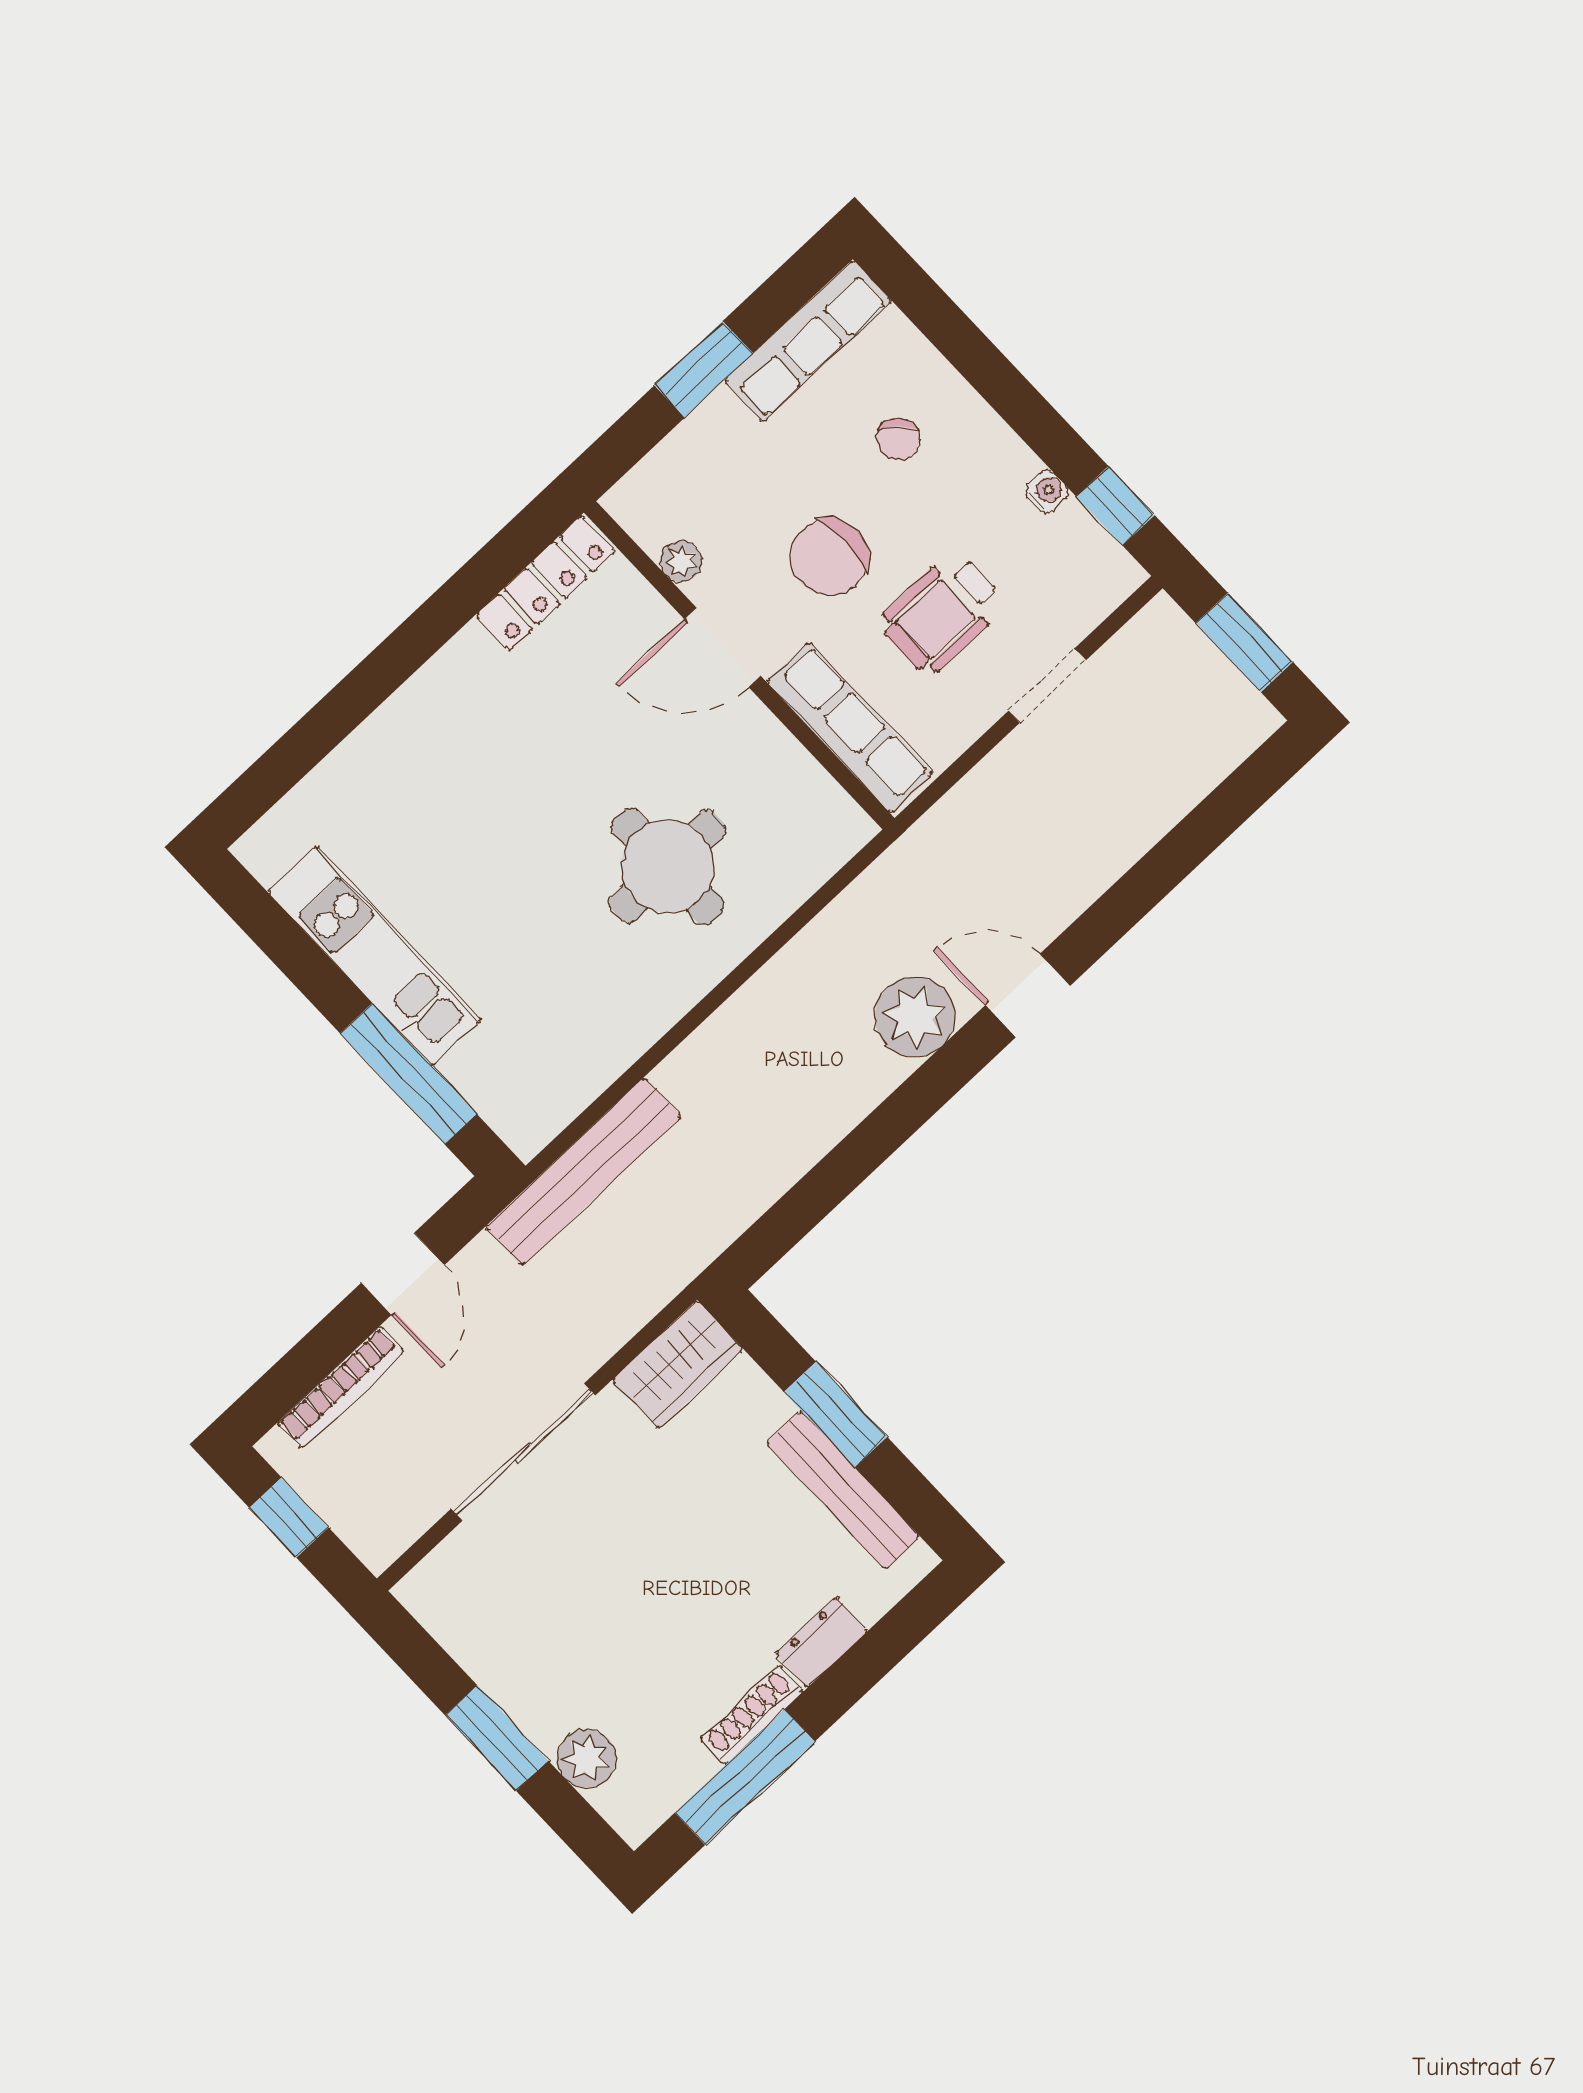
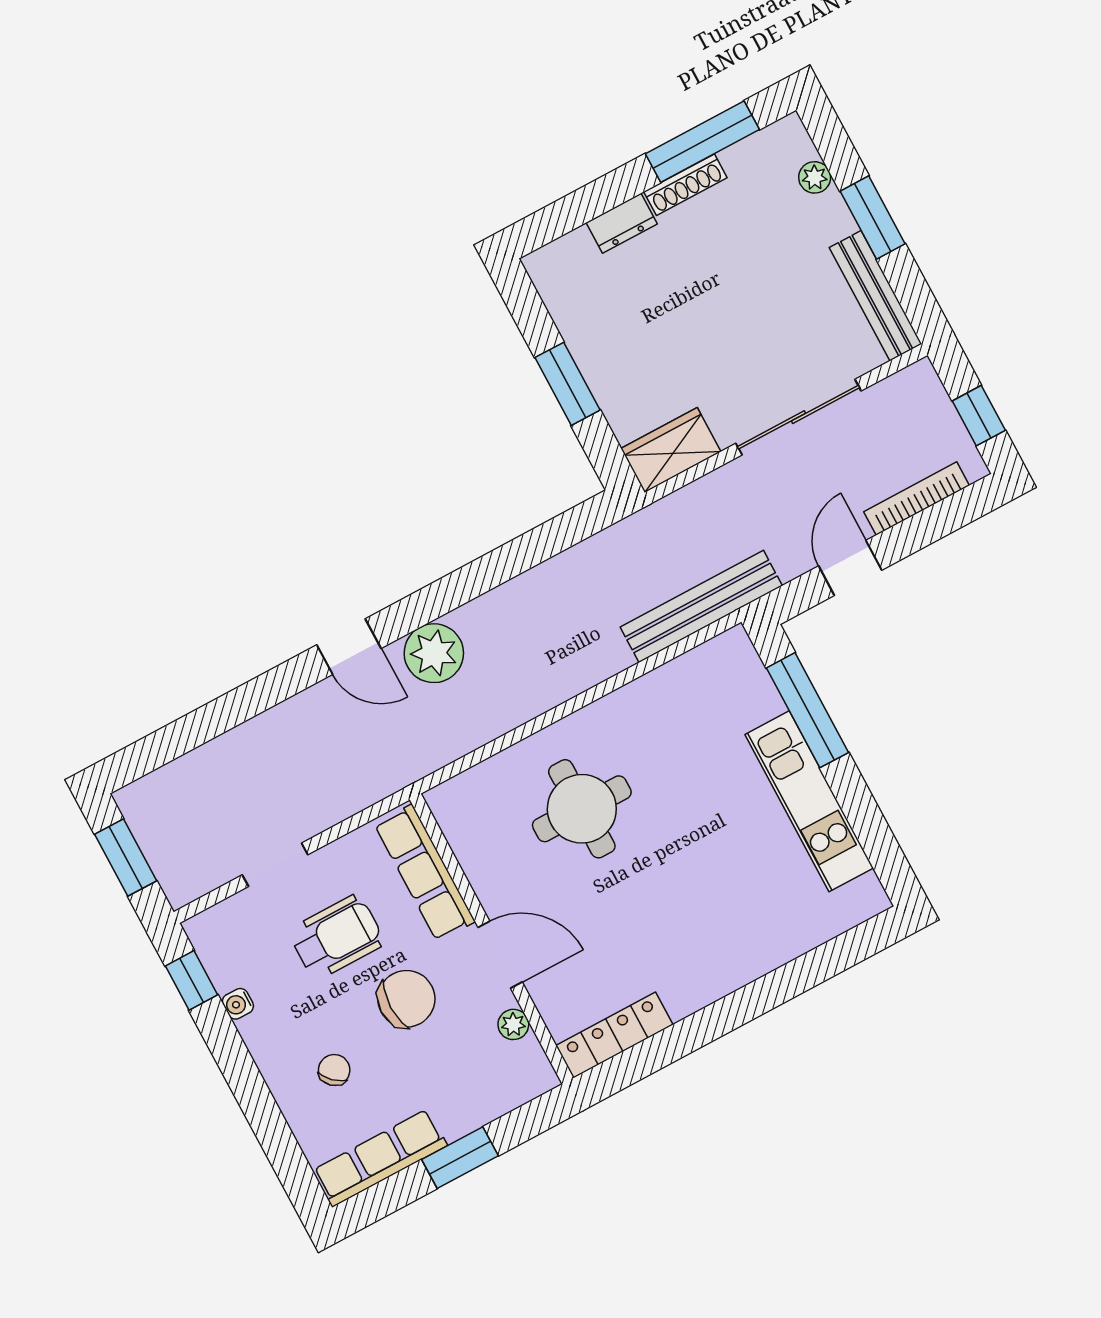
bench: (843, 1490) -> (876, 296), moved
plant: (587, 1759) -> (815, 177), width x0.73, depth x0.73

